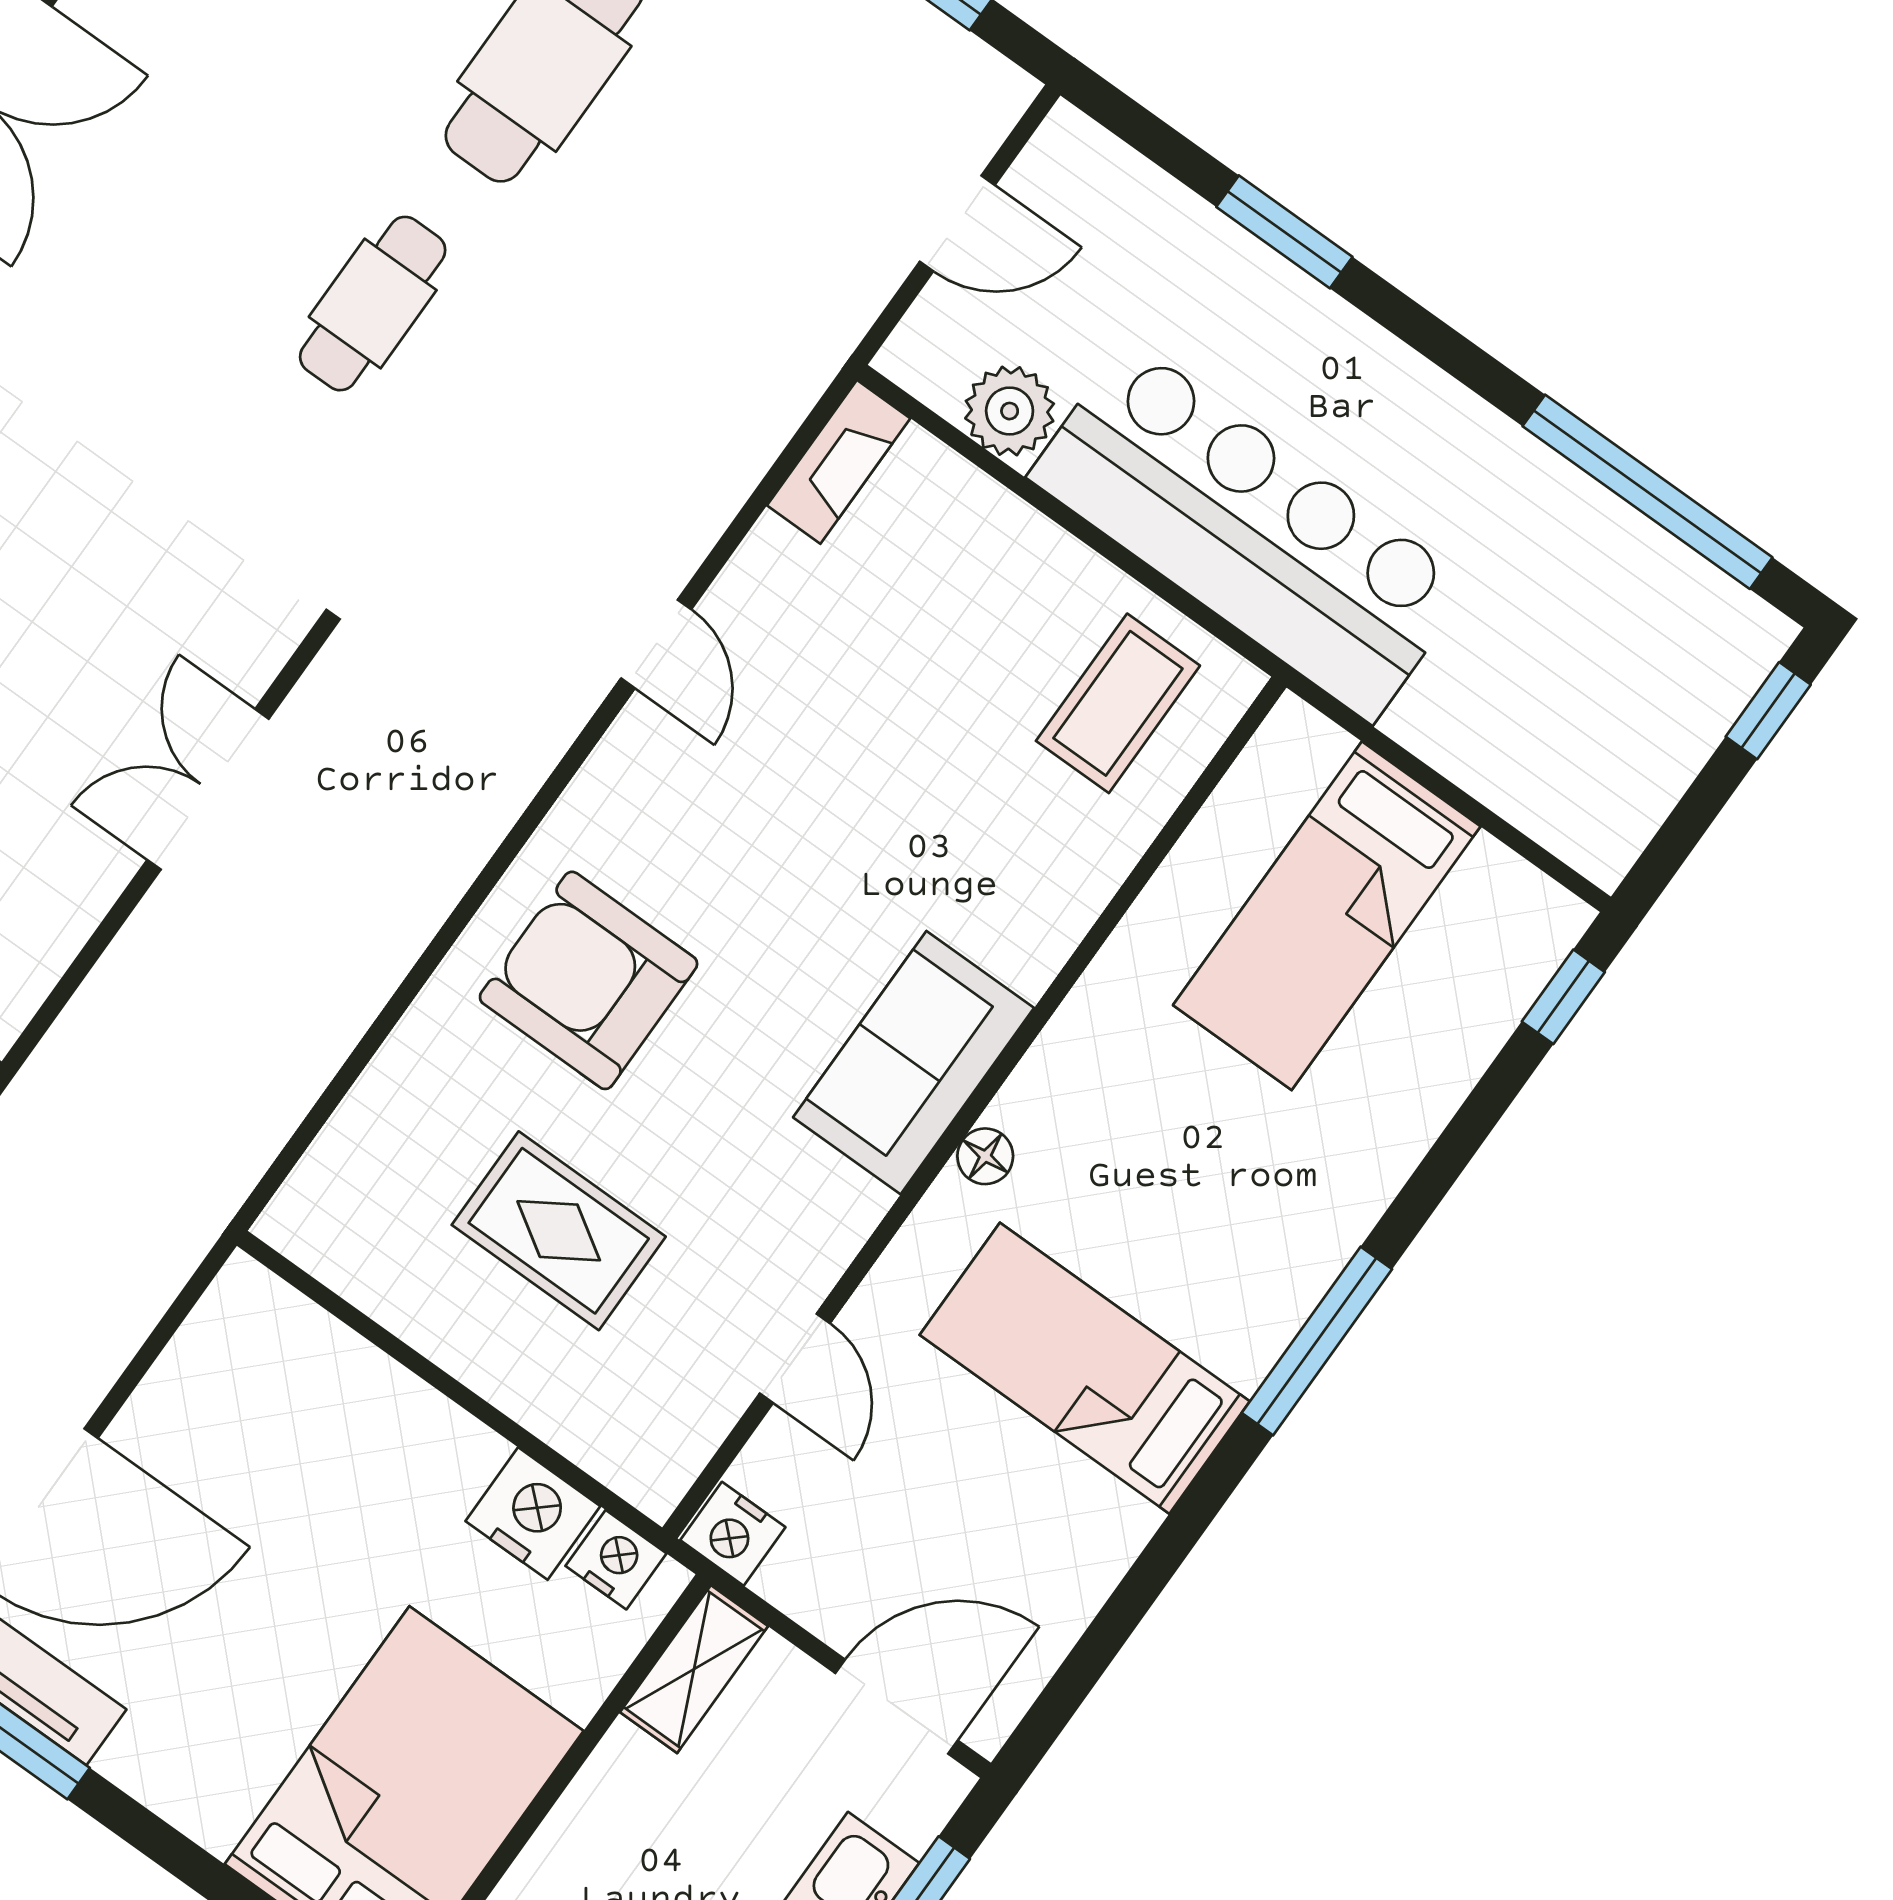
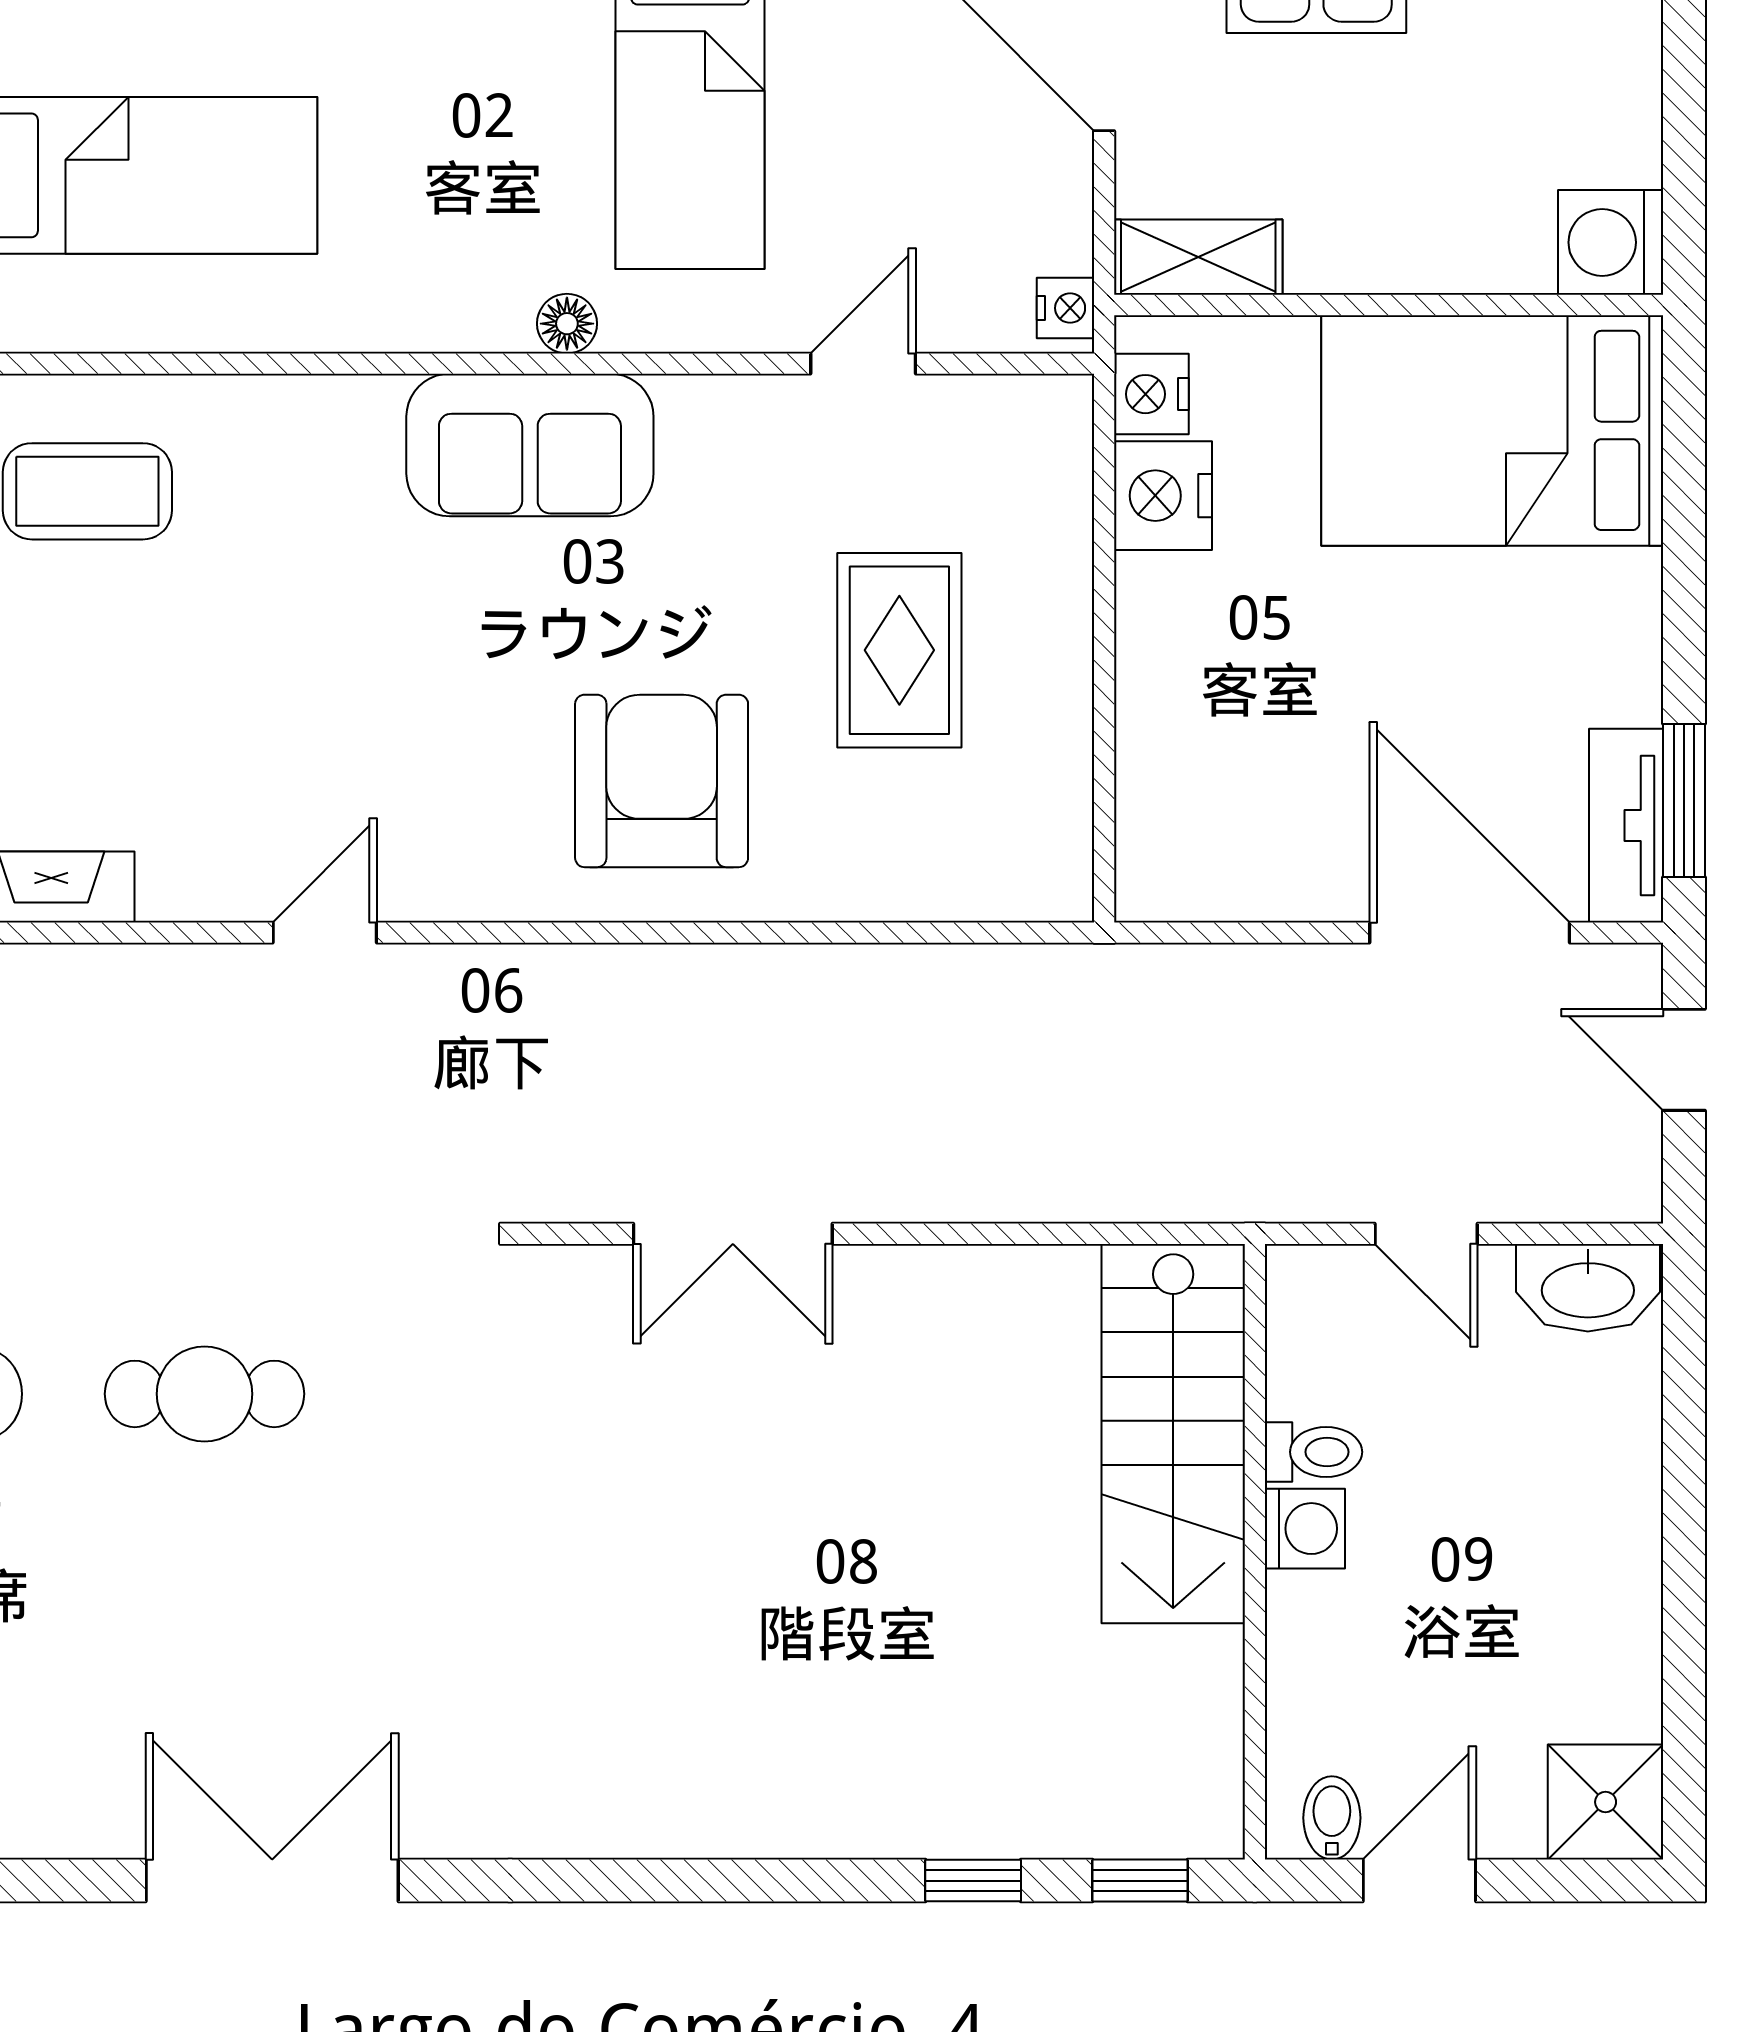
armchair: (589, 980) -> (662, 781), turned 180
nightstand: (733, 1534) -> (1066, 308), width x0.72, depth x0.74

